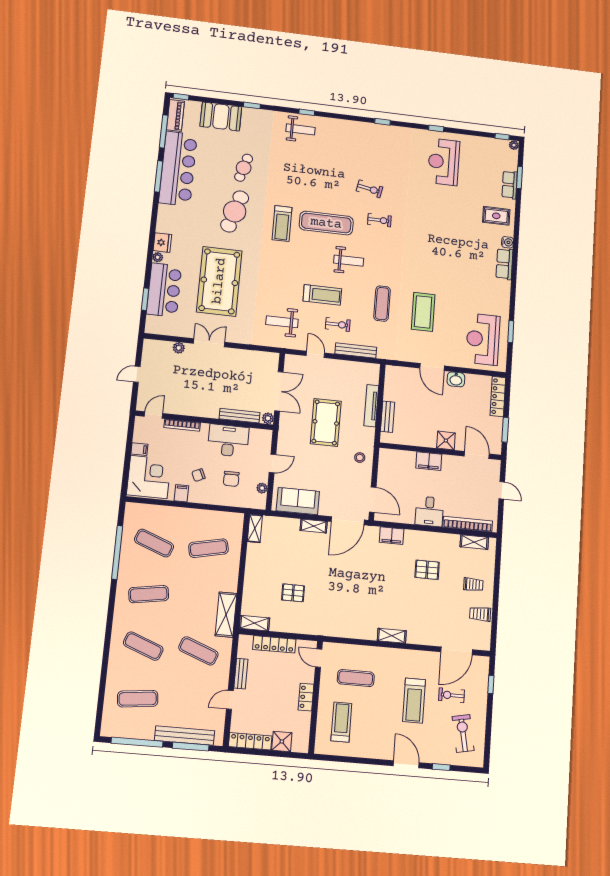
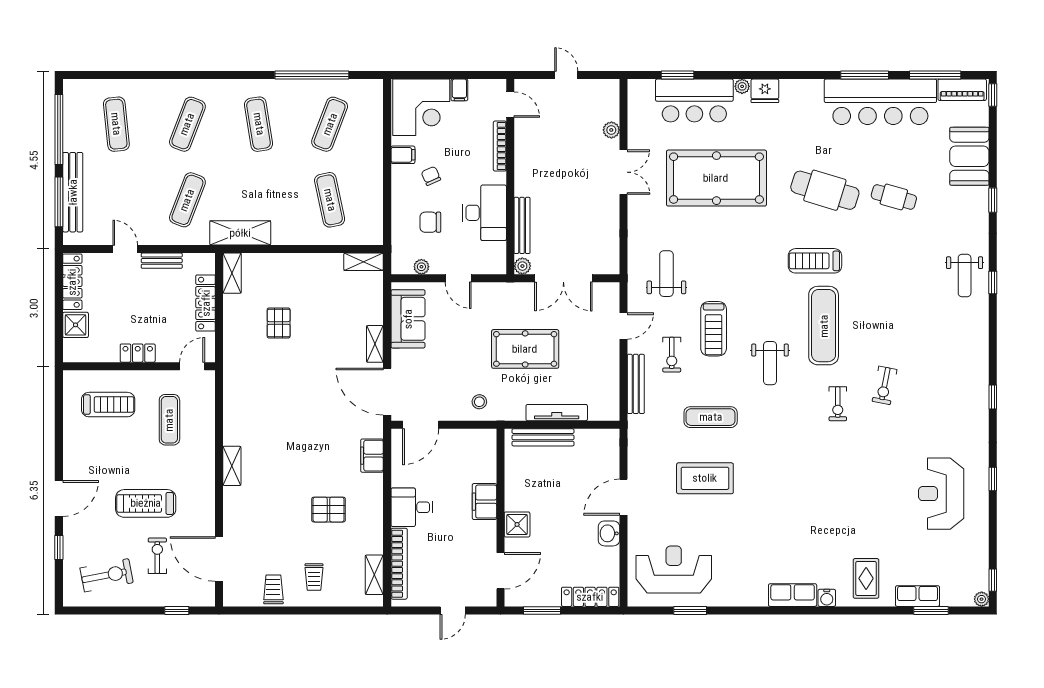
reception desk: (444, 162) -> (941, 494), turned -90
bench: (388, 417) -> (543, 437), width x1.36
pallet: (427, 570) -> (328, 510), turned 90

